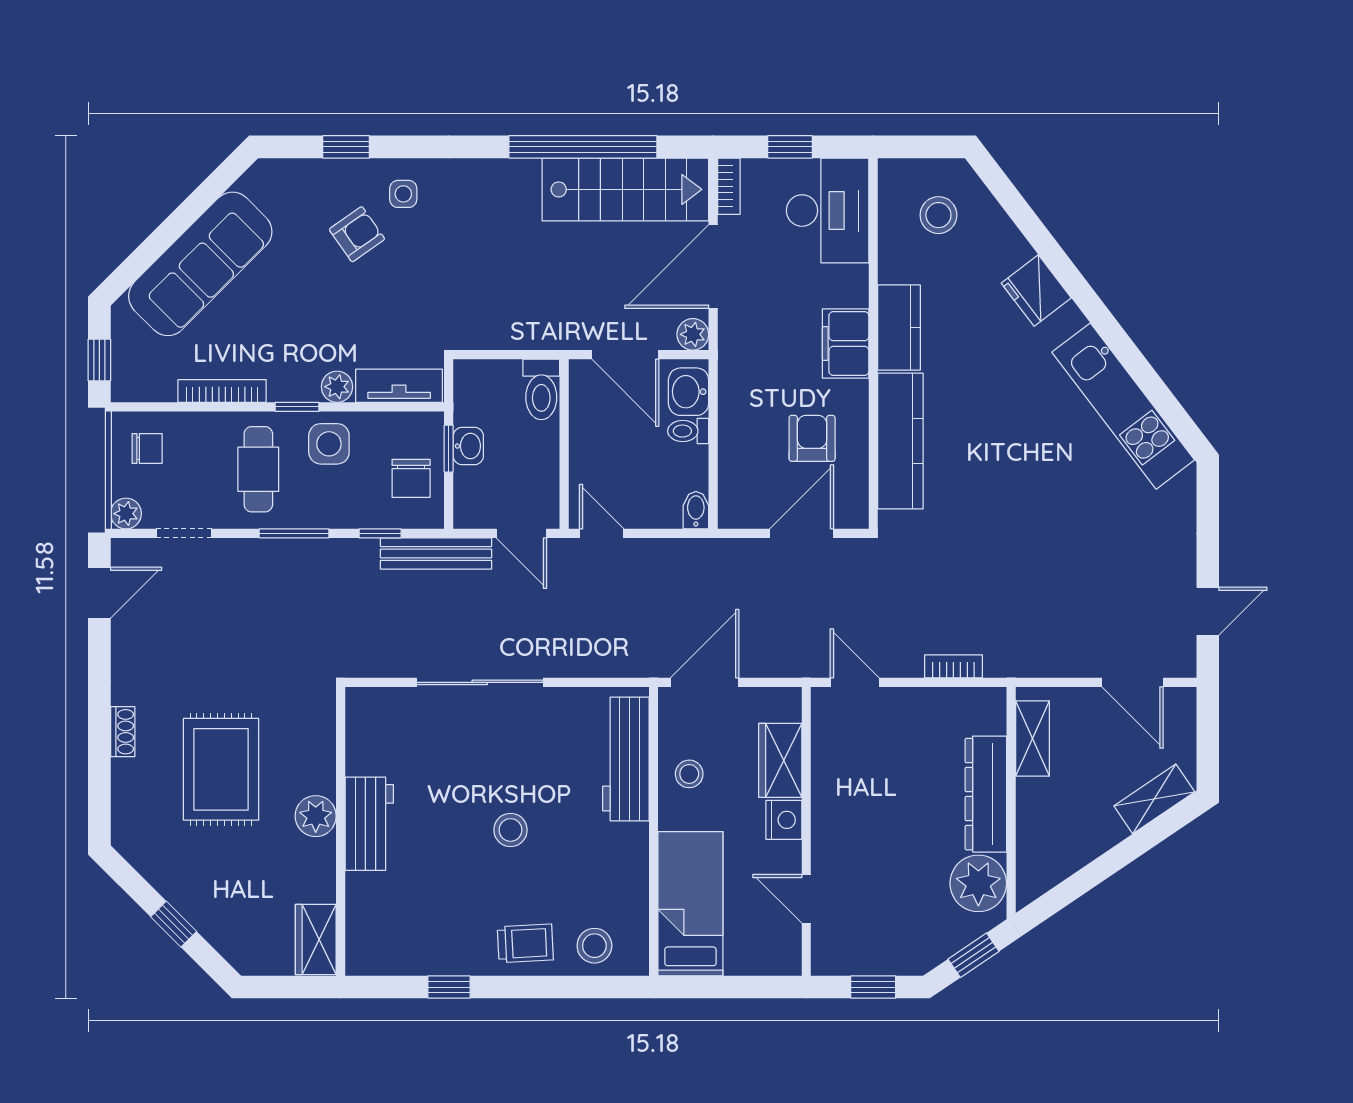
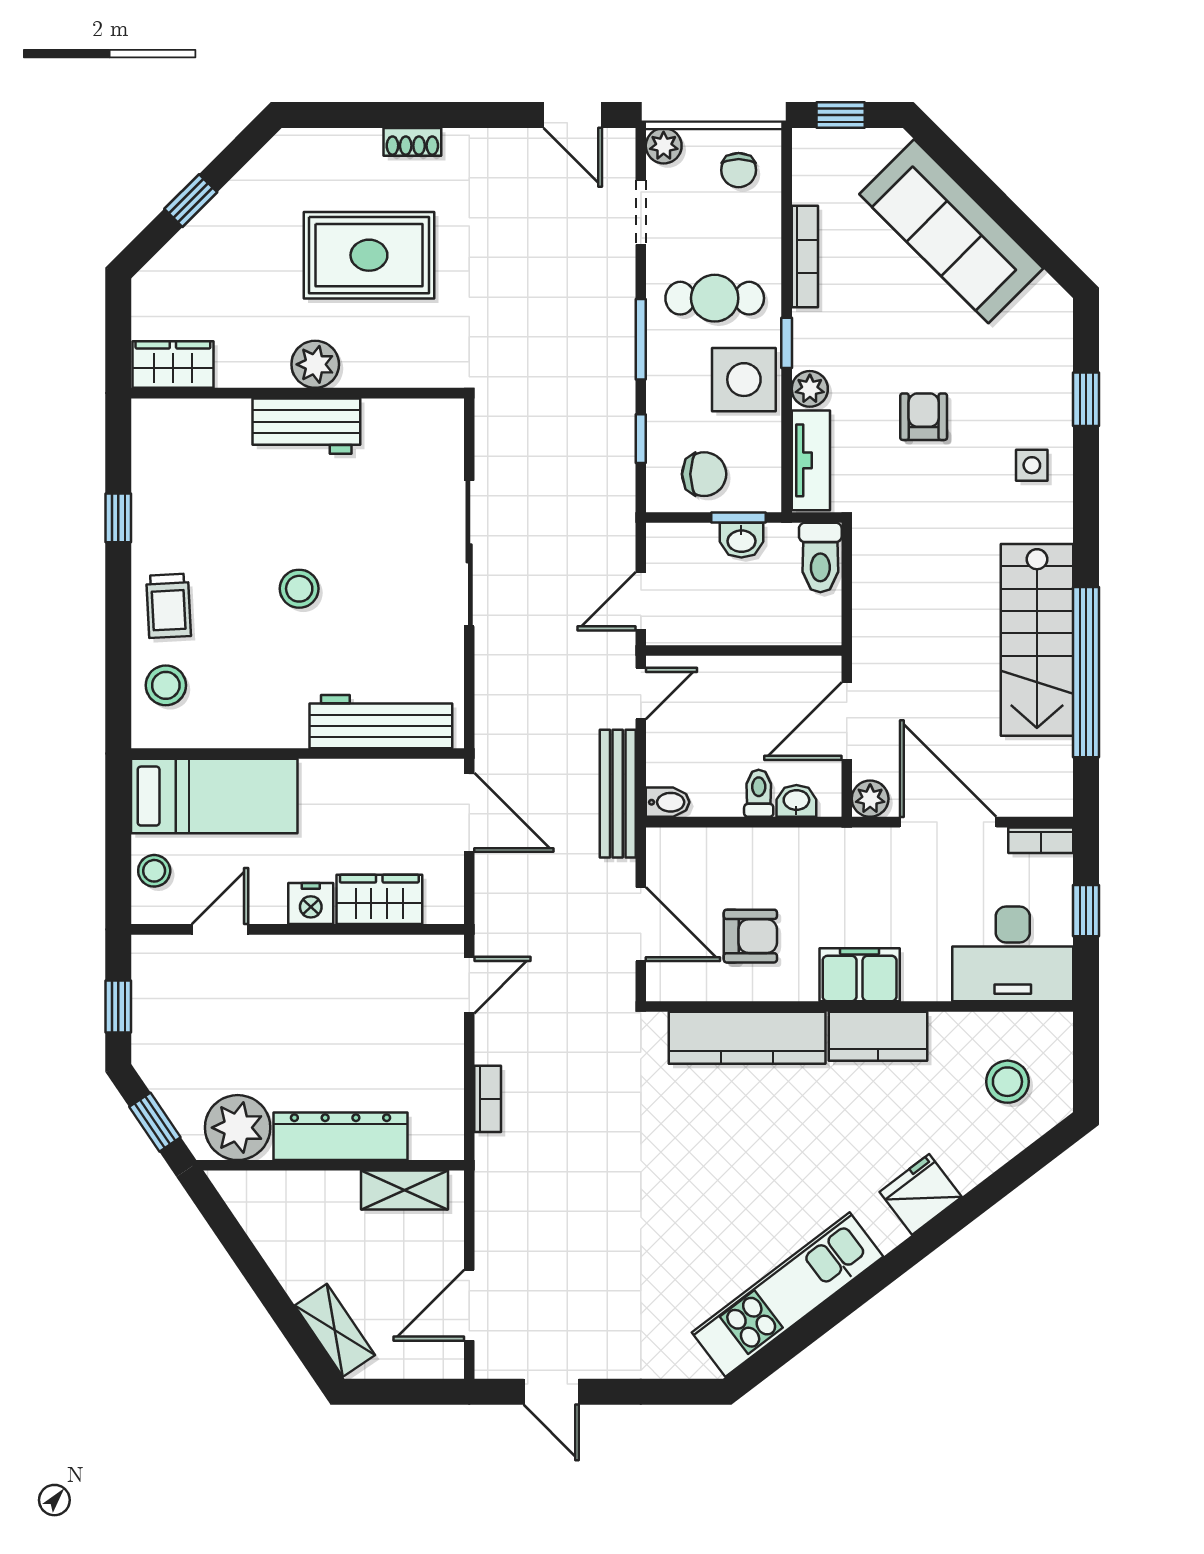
stairs: (625, 189) -> (1037, 640), moved
armchair: (357, 234) -> (924, 417), moved, turned -145
toilet: (541, 389) -> (820, 558), moved, turned -90
washbasin: (689, 392) -> (796, 801), width x0.72, depth x0.69
side table: (329, 444) -> (744, 380), width x1.37, depth x1.37
chair: (411, 478) -> (704, 474), turned 180
bench: (436, 553) -> (618, 794), moved
stool: (689, 774) -> (154, 871), moved

